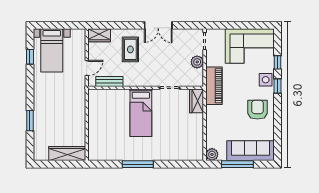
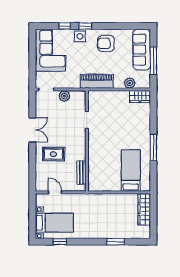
wardrobe: (99, 35) -> (41, 181), removed
door: (87, 68) -> (55, 192), moved
piano: (214, 86) -> (97, 81), moved
wardrobe: (197, 101) -> (140, 97), moved
bed: (141, 113) -> (131, 170), moved, turned -90
plant: (212, 154) -> (130, 83), moved

